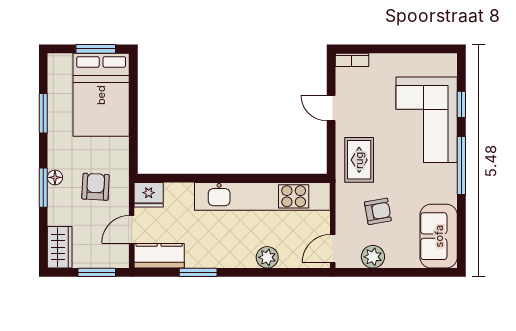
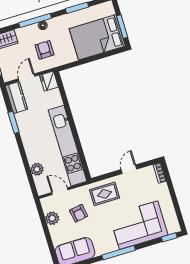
window: (461, 104) -> (169, 237), moved
armchair: (96, 187) -> (44, 50), turned -93
window: (43, 188) -> (35, 20), width x1.44
door: (132, 229) -> (27, 77), hinge flipped
door: (333, 249) -> (60, 191), moved
plant: (267, 257) -> (37, 169), moved

